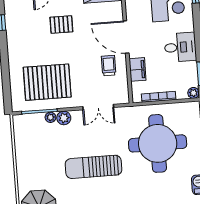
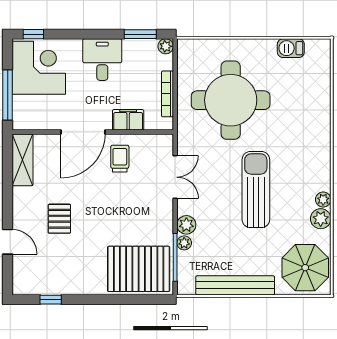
trolley: (109, 66) -> (120, 159), turned 90
pallet: (47, 82) -> (139, 269), moved, turned 90
bench: (22, 157) -> (235, 285), added
sun lounger: (94, 167) -> (256, 190), turned 180

